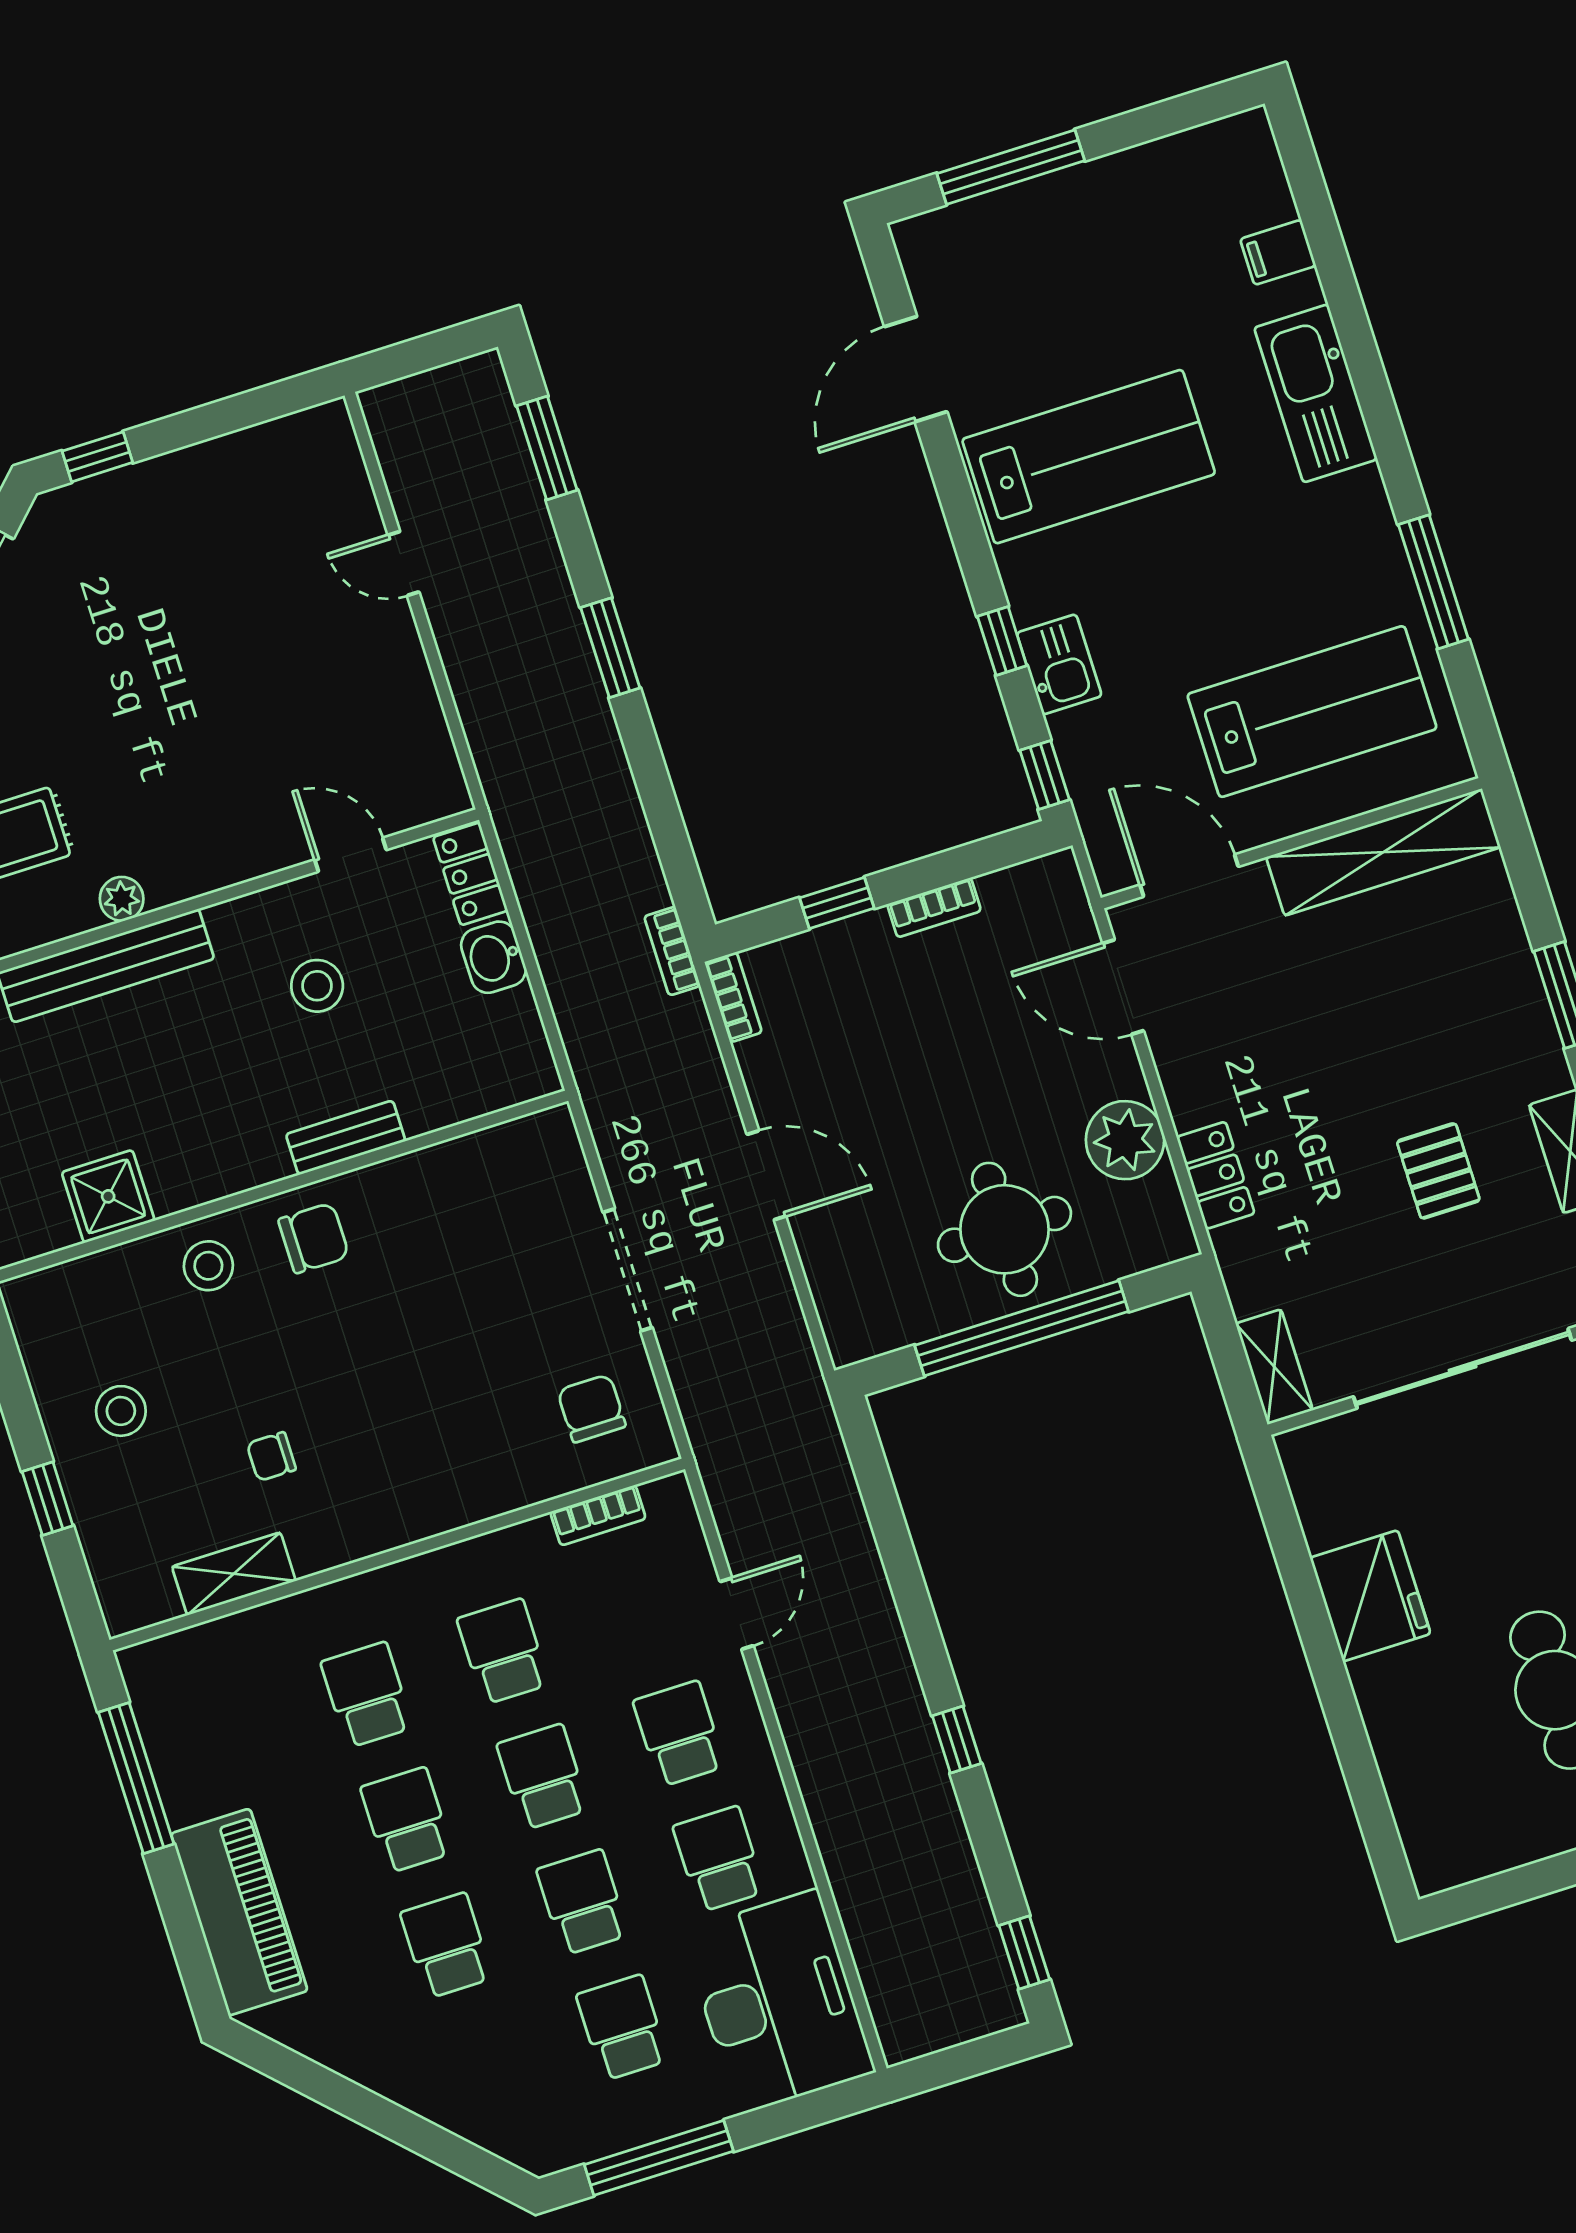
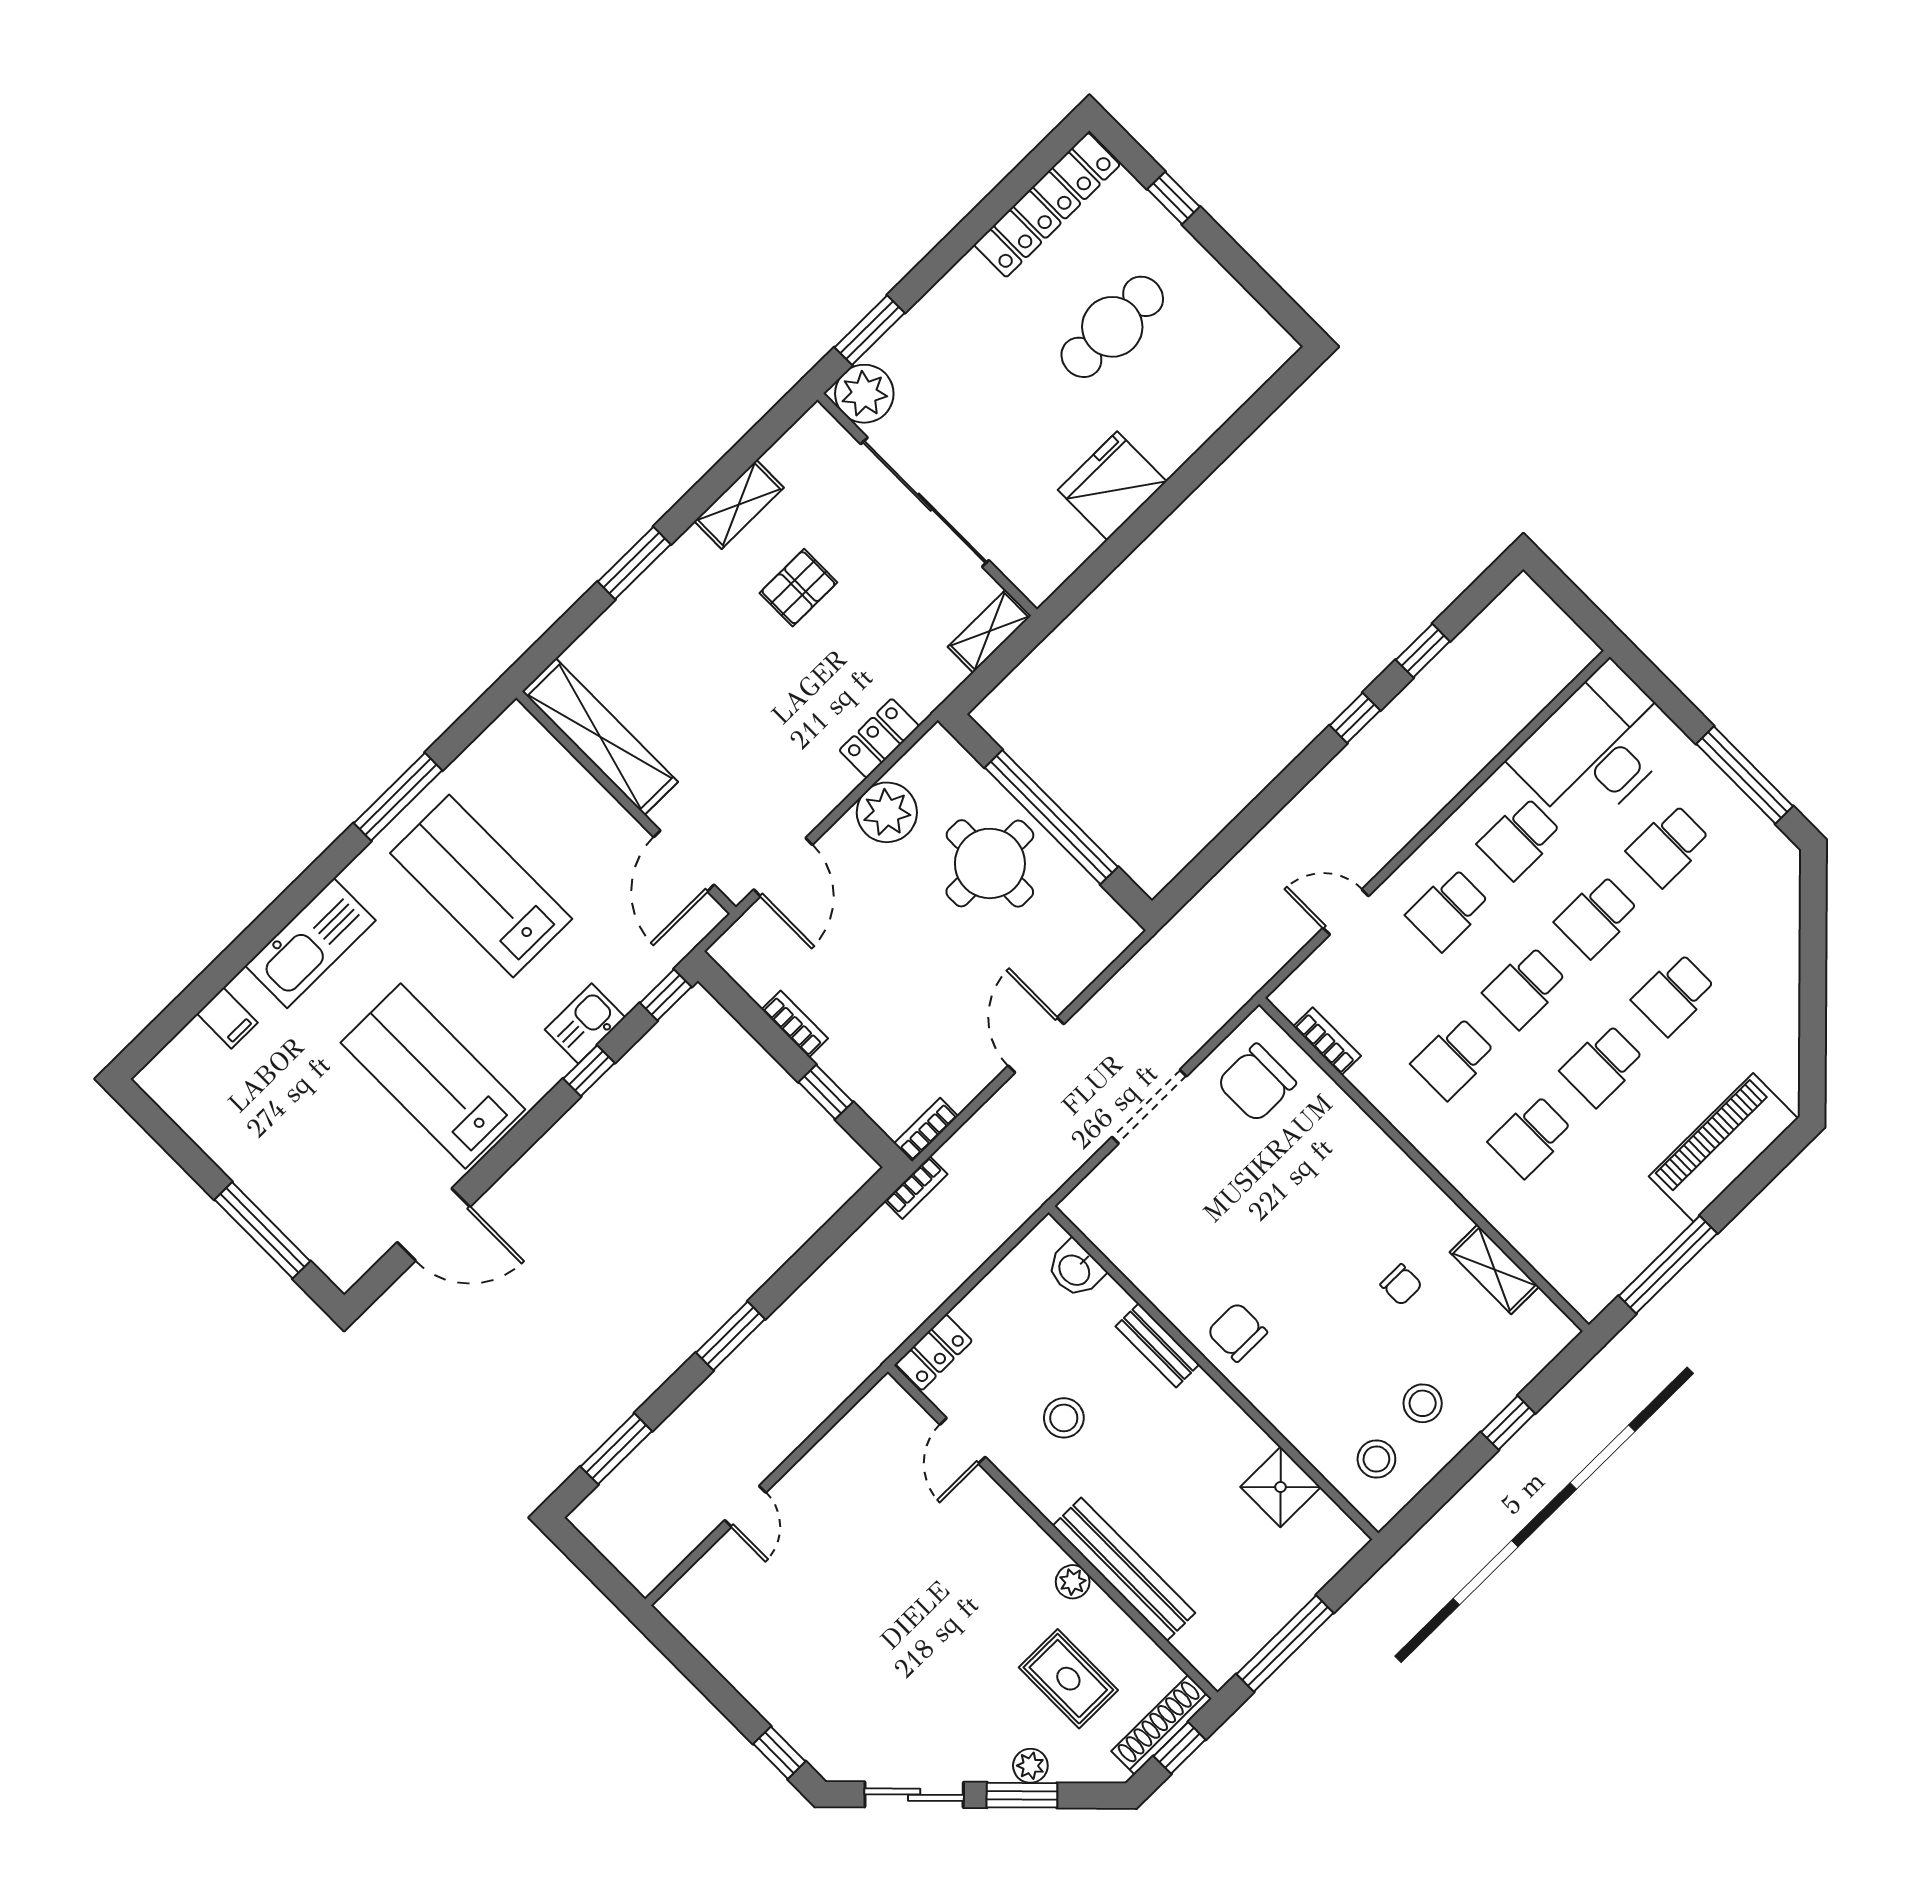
lab bench: (1312, 712) -> (481, 886), moved
washbasin: (494, 957) -> (1075, 1269), moved, turned 90
stool: (208, 1266) -> (1376, 1459), moved
chair: (591, 1408) -> (1256, 1083), width x1.37, depth x1.37
window: (1024, 1952) -> (1423, 651), moved

